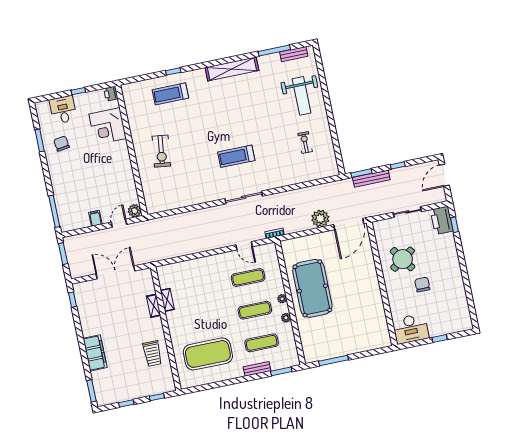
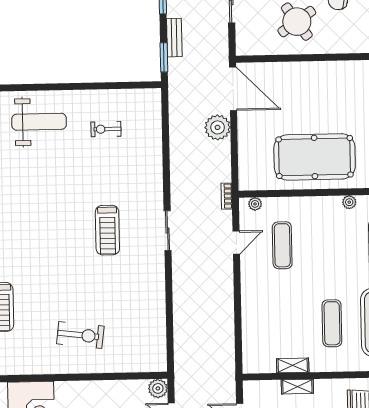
bench: (371, 179) -> (174, 38), width x0.73
sliding door: (244, 197) -> (168, 231), width x0.73
plant: (282, 299) -> (255, 204), moved
exercise mat: (255, 310) -> (332, 323), moved

